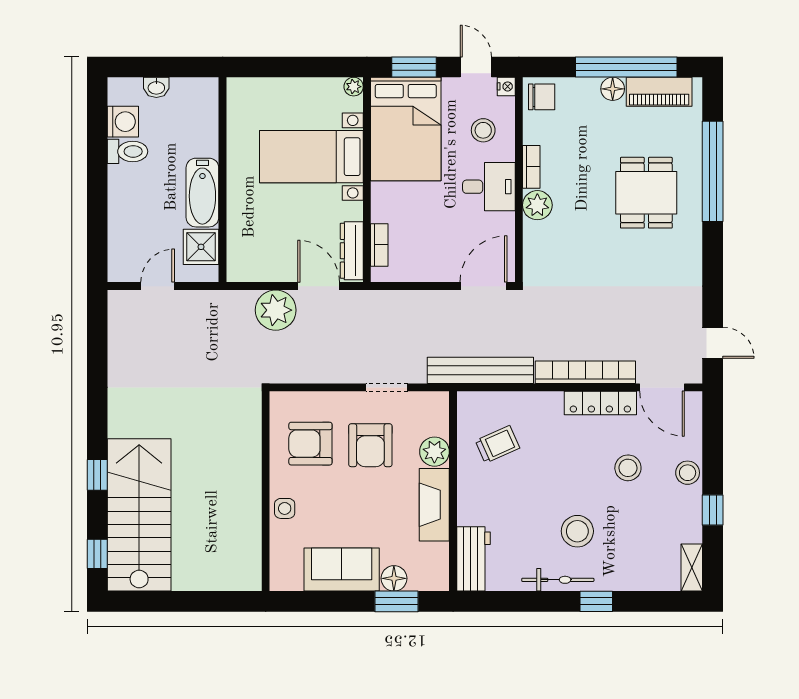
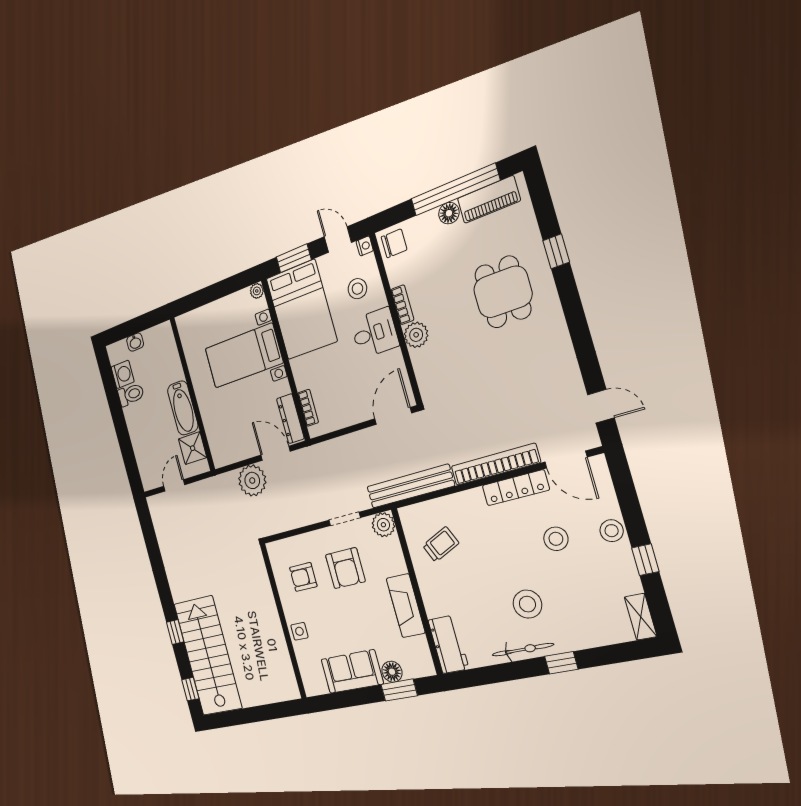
window: (713, 171) -> (556, 251), width x0.32
armchair: (310, 444) -> (303, 577), width x0.72, depth x0.72
plant: (434, 452) -> (383, 525), moved

